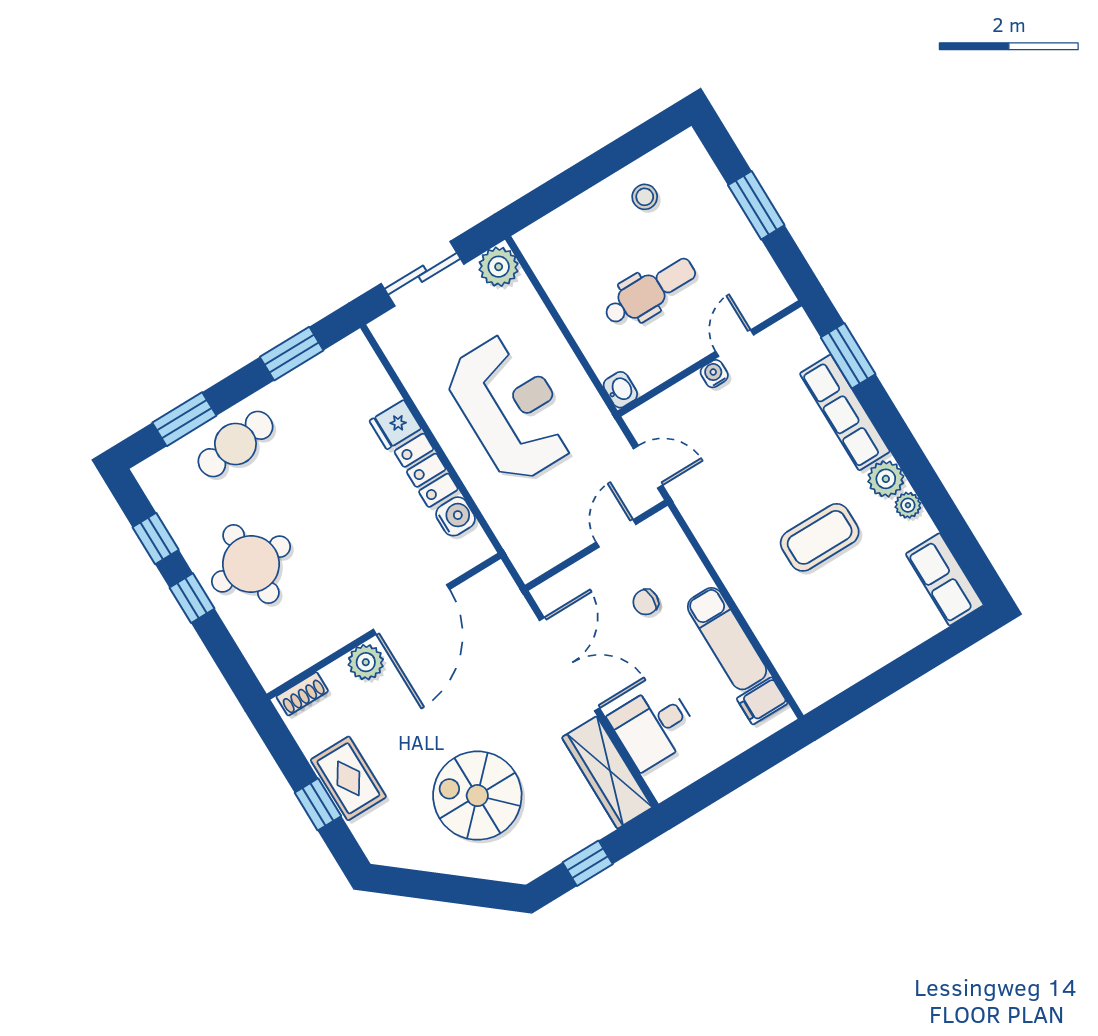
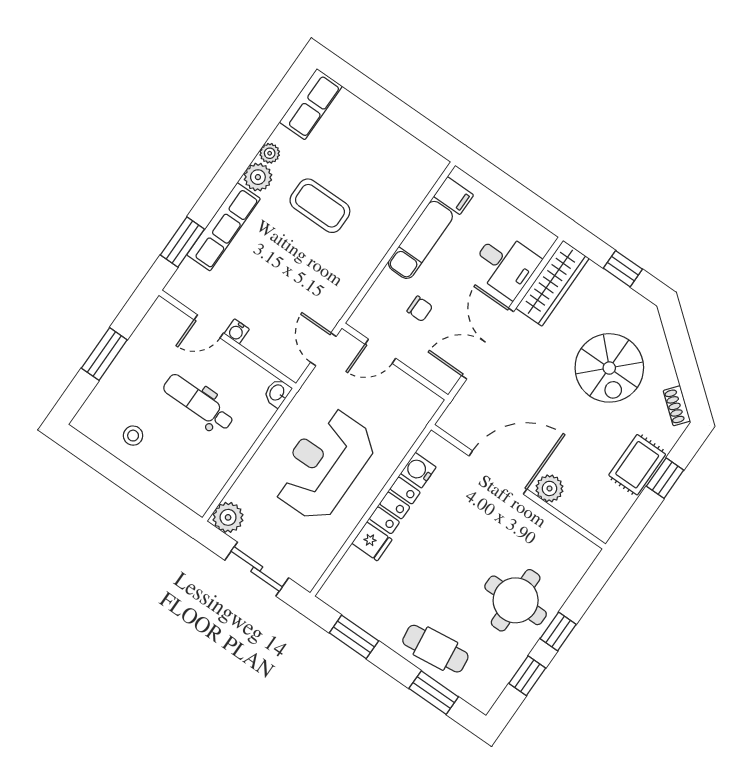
shoe rack: (302, 694) -> (677, 406), moved, turned -141

